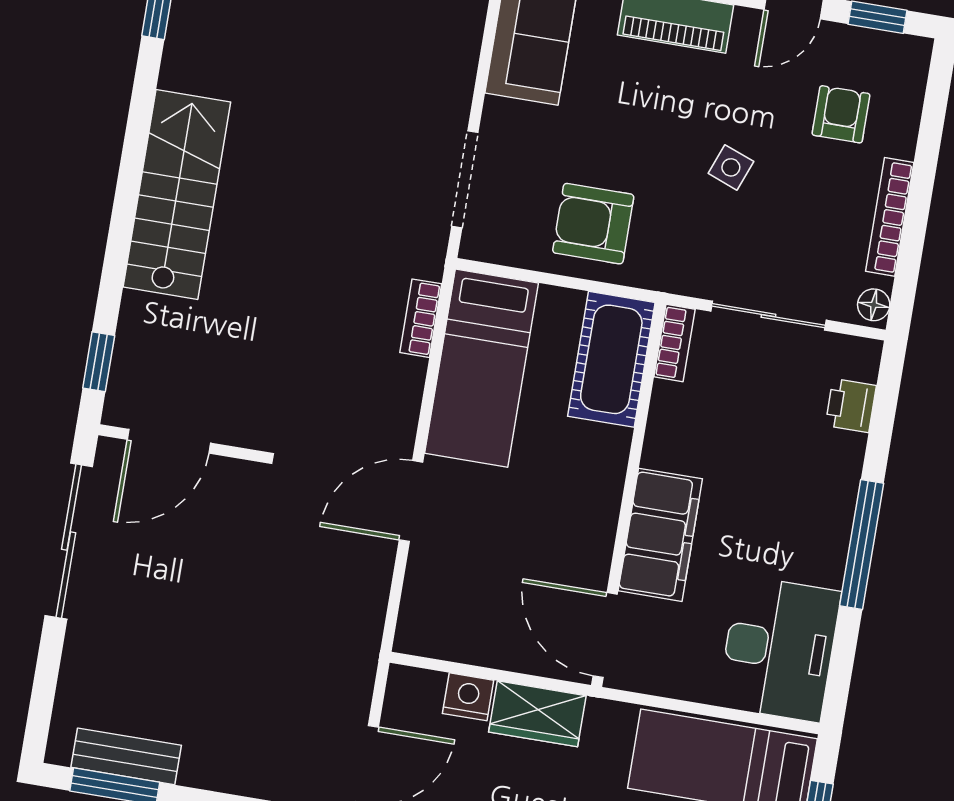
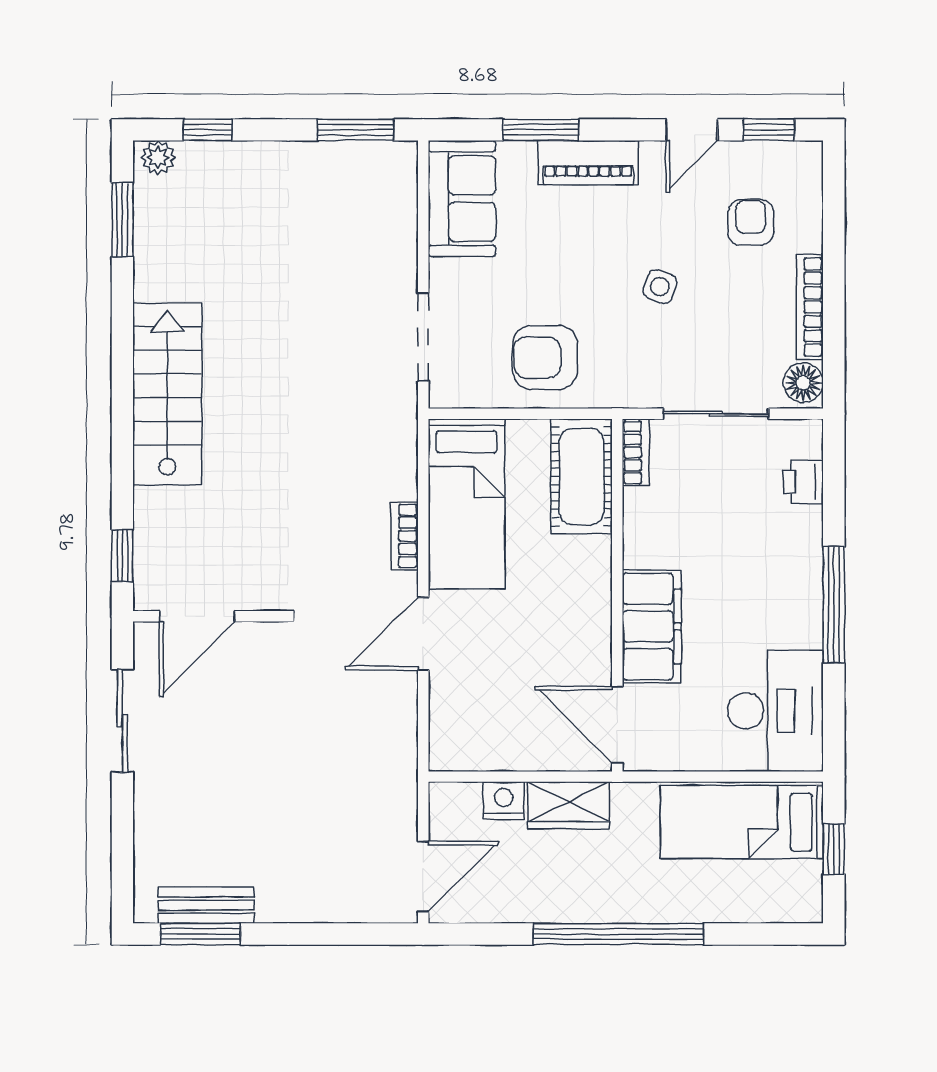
floor lamp: (874, 305) -> (803, 383), width x1.37, depth x1.37
bookcase: (421, 318) -> (405, 536), moved
sliding door: (69, 541) -> (122, 721), width x0.73

